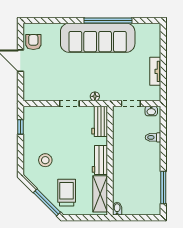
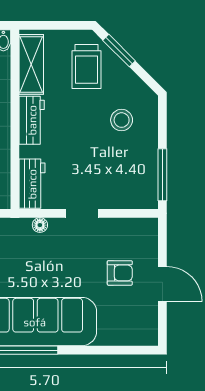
armchair: (33, 42) -> (120, 273), moved, turned -90
window: (20, 127) -> (162, 175), width x2.17
window: (47, 202) -> (119, 51), width x0.69

